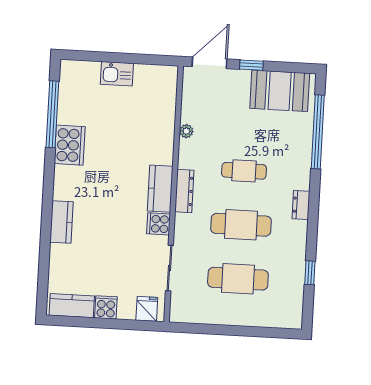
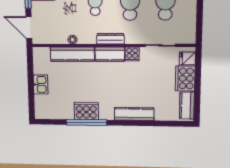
window: (52, 114) -> (86, 122), moved
kitchen counter: (163, 129) -> (72, 54), added
kitchen counter: (61, 222) -> (134, 114), width x1.50
cooker: (106, 307) -> (185, 78), width x1.87, depth x1.31

